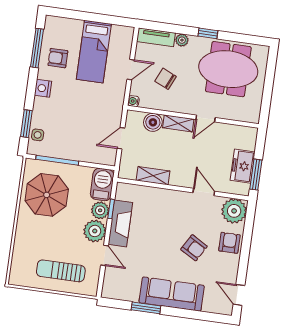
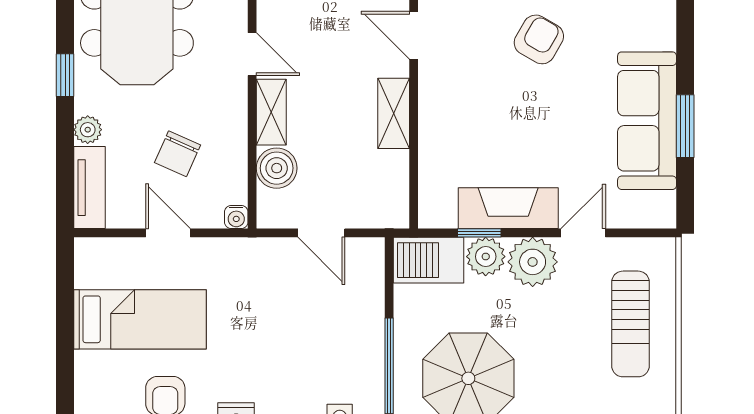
shelving: (153, 176) -> (394, 113), moved
door: (204, 192) -> (414, 35), hinge flipped
sofa: (172, 294) -> (647, 121), moved

